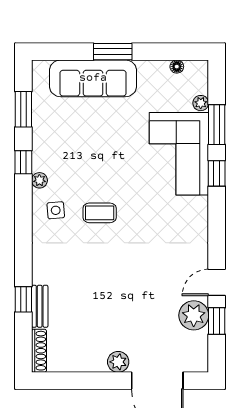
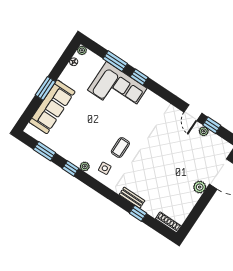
plant: (201, 103) -> (82, 50), moved
bench: (40, 306) -> (132, 198), moved
plant: (194, 315) -> (204, 131), width x0.53, depth x0.53

